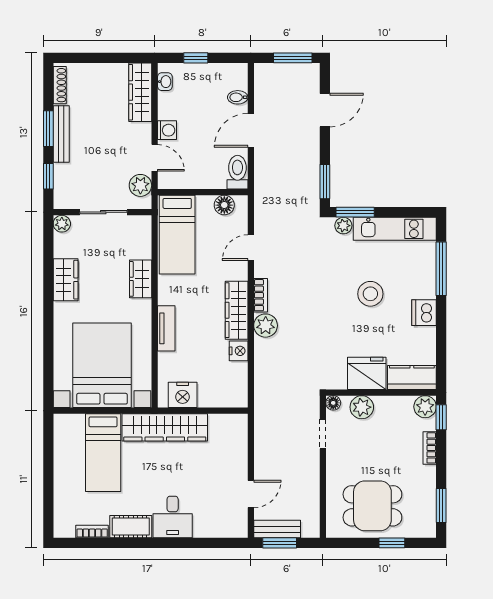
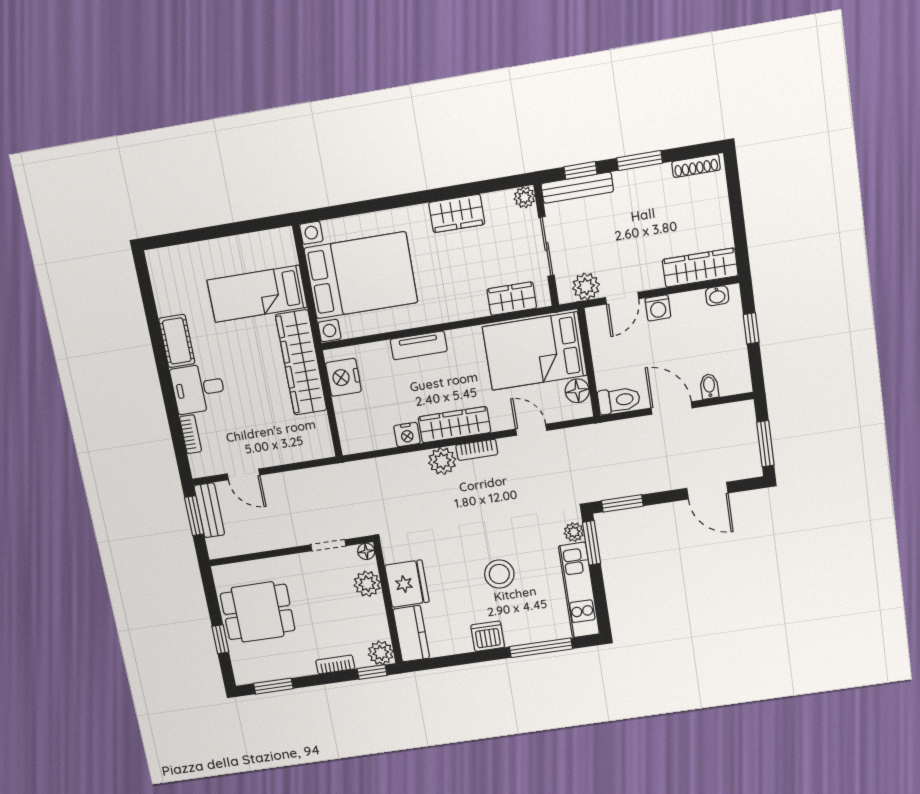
bench: (61, 134) -> (577, 188), moved
bed: (177, 235) -> (535, 351), width x1.50
wardrobe: (141, 279) -> (512, 299), moved
dining table: (372, 506) -> (258, 612), turned 90
bookcase: (92, 531) -> (191, 434), moved

